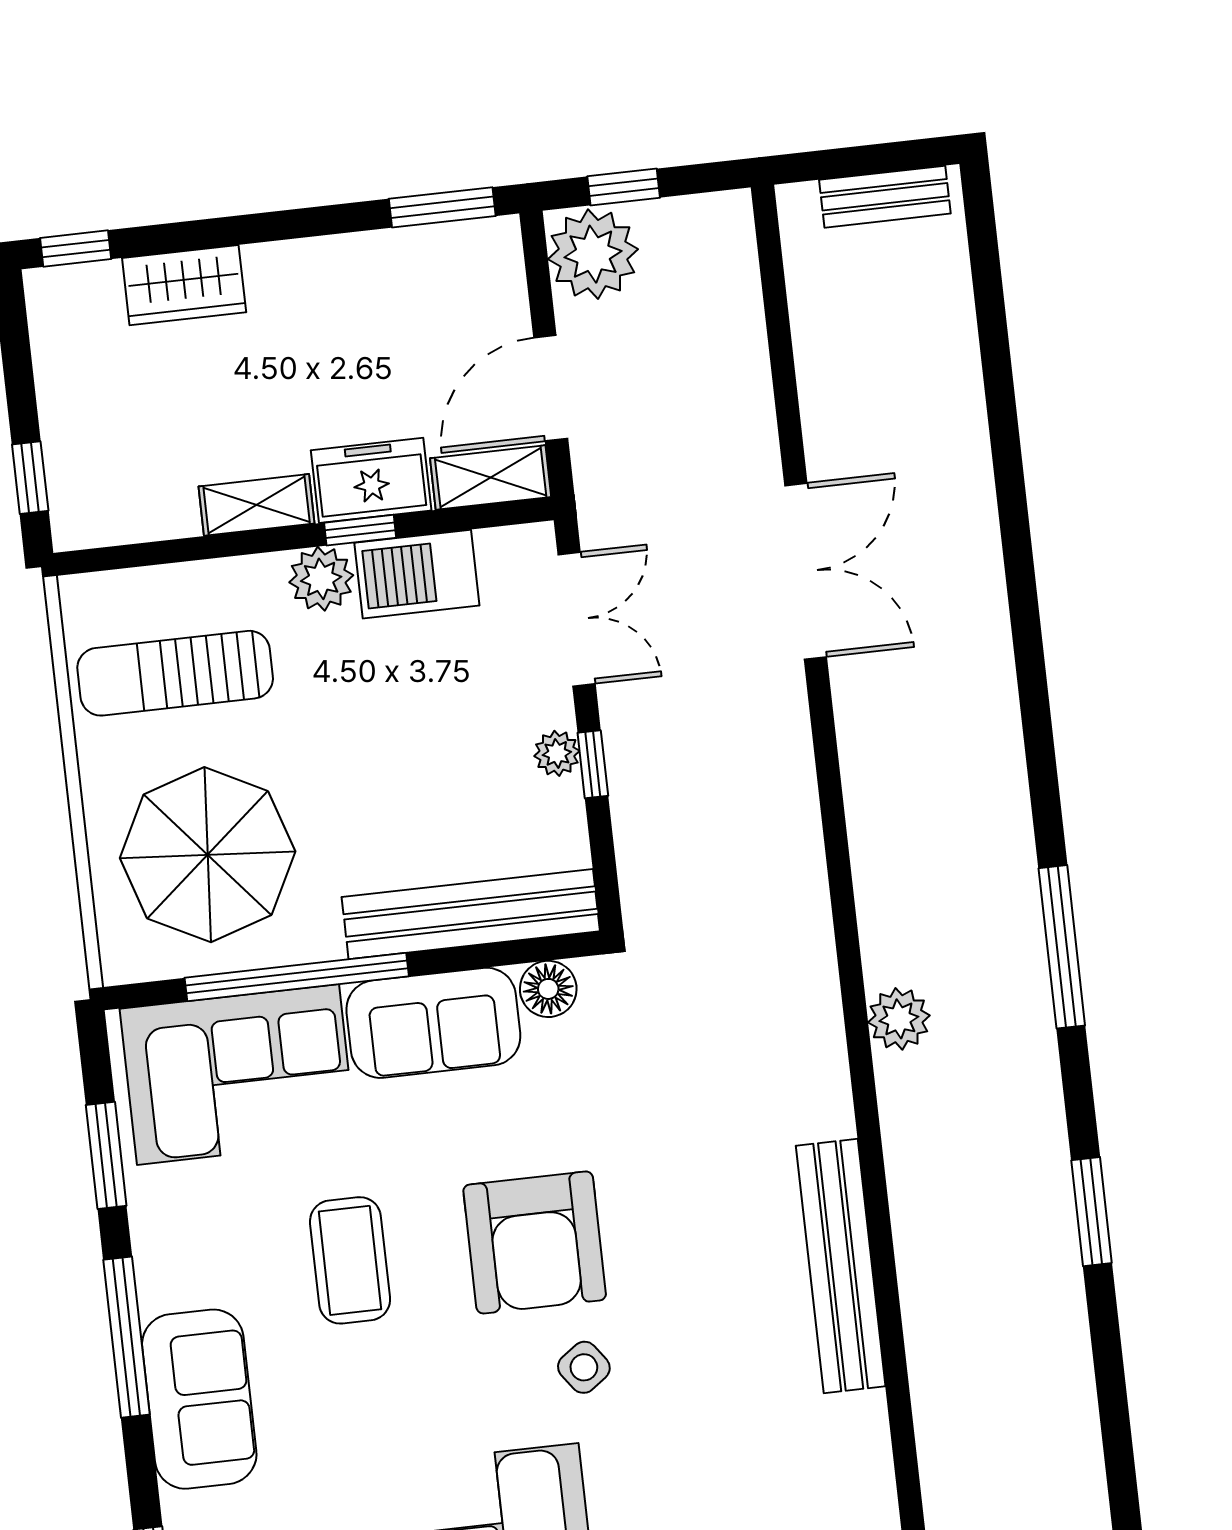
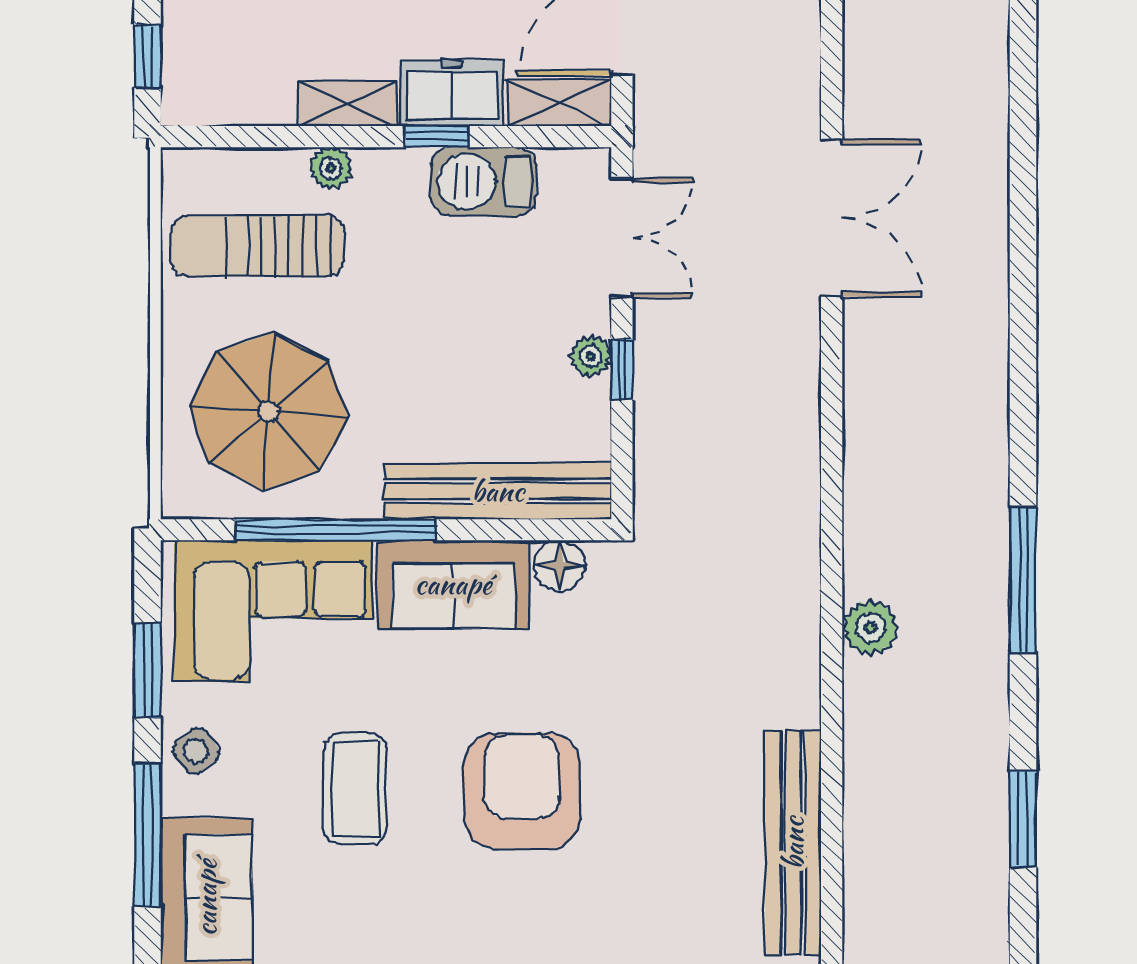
plant: (321, 579) -> (331, 168), moved, width x0.73, depth x0.73
armchair: (535, 1242) -> (522, 791), turned 180
side table: (584, 1367) -> (196, 751), moved

